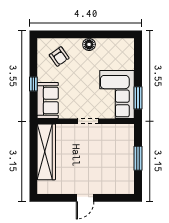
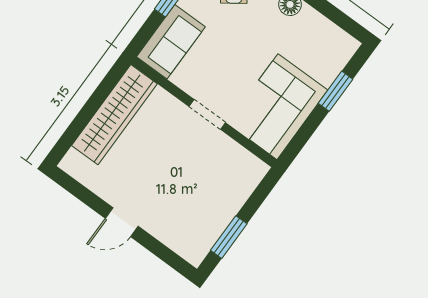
window: (138, 98) -> (336, 91), moved
window: (138, 158) -> (229, 237), moved

